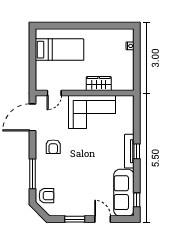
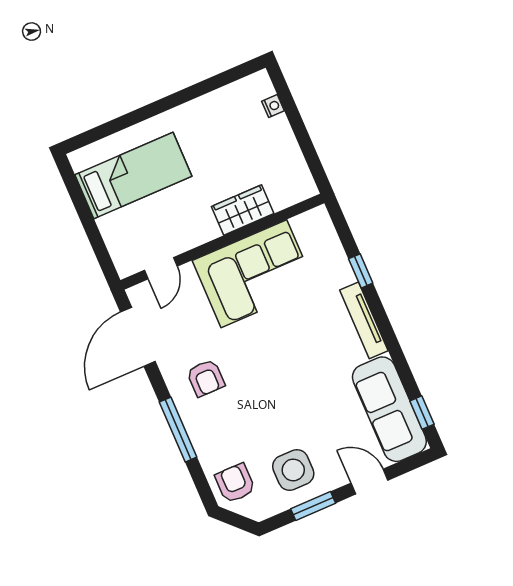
window: (137, 151) -> (361, 271), moved
window: (32, 174) -> (178, 430), moved
armchair: (47, 196) -> (235, 483), turned -90
side table: (73, 201) -> (293, 470), added

